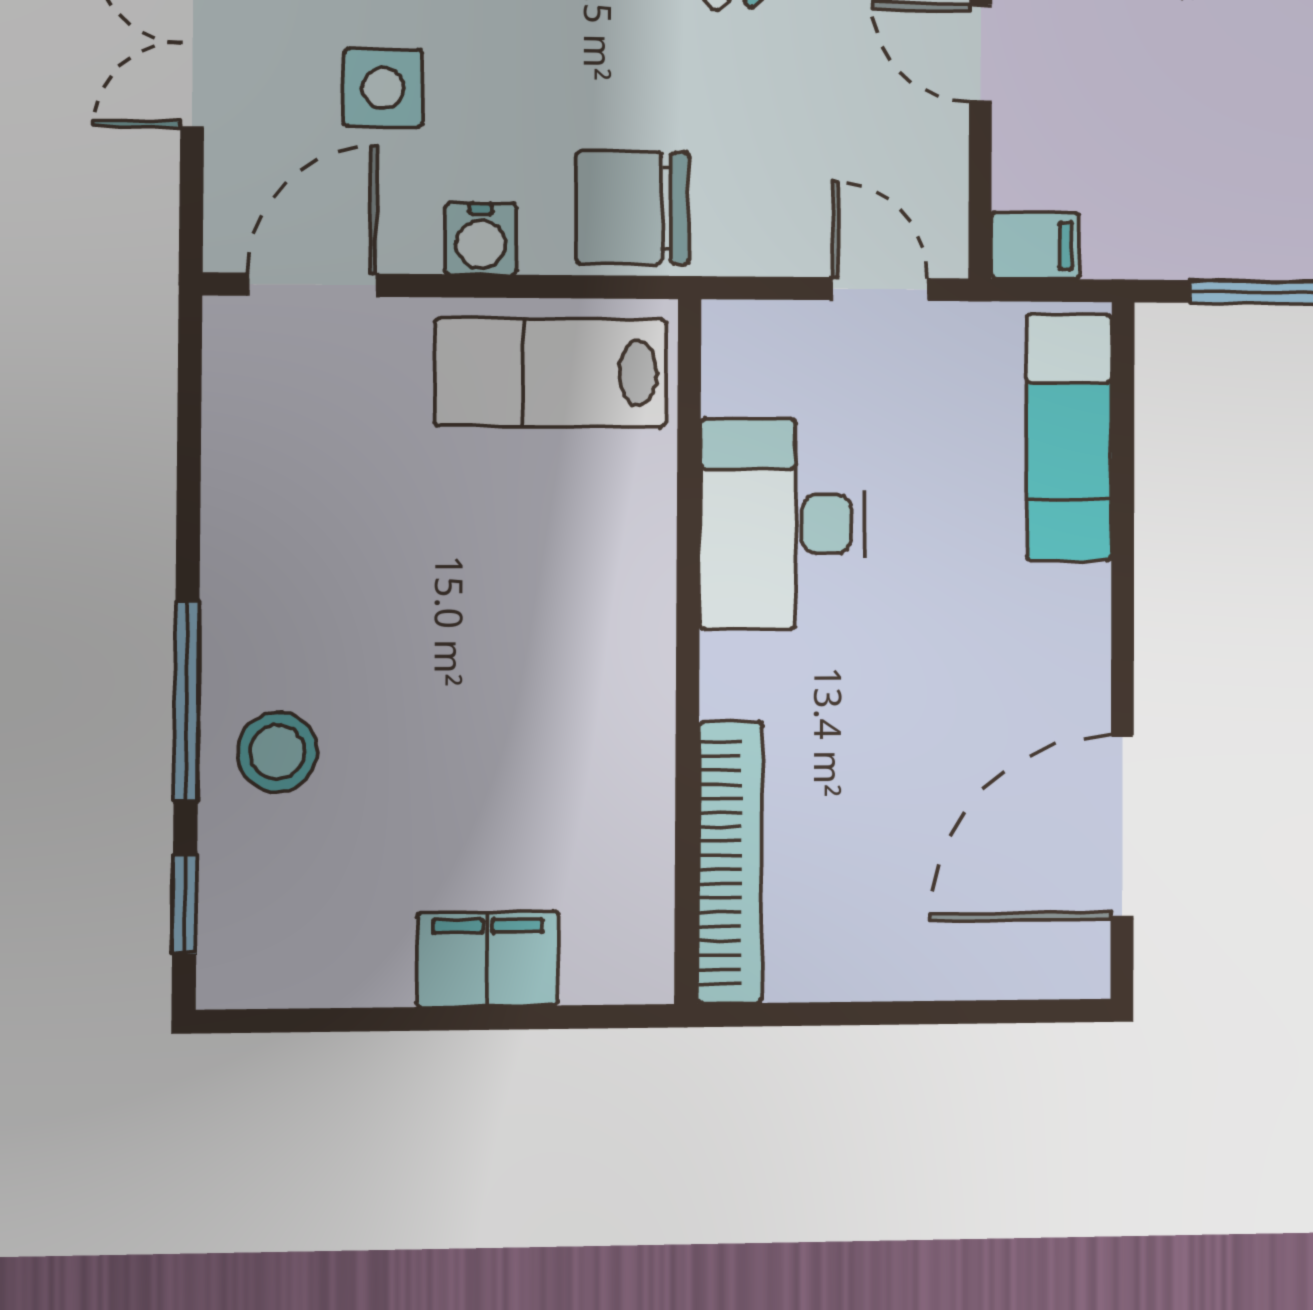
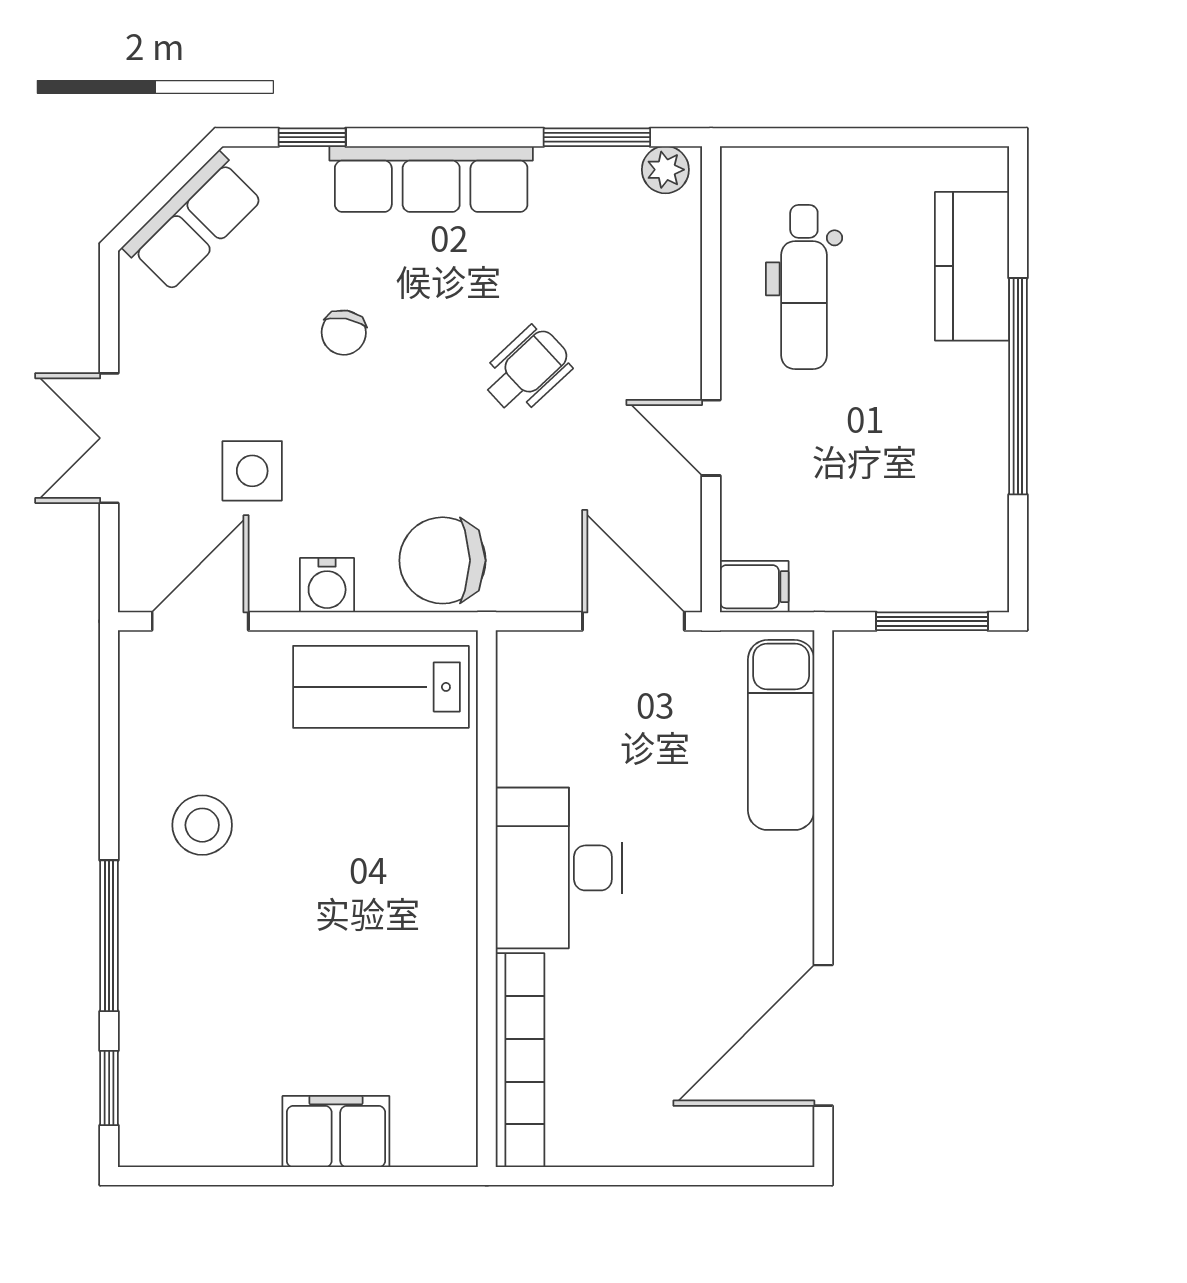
door: (880, 289) -> (633, 621), width x1.38
desk: (782, 524) -> (559, 868), moved
stool: (277, 752) -> (202, 825), moved

